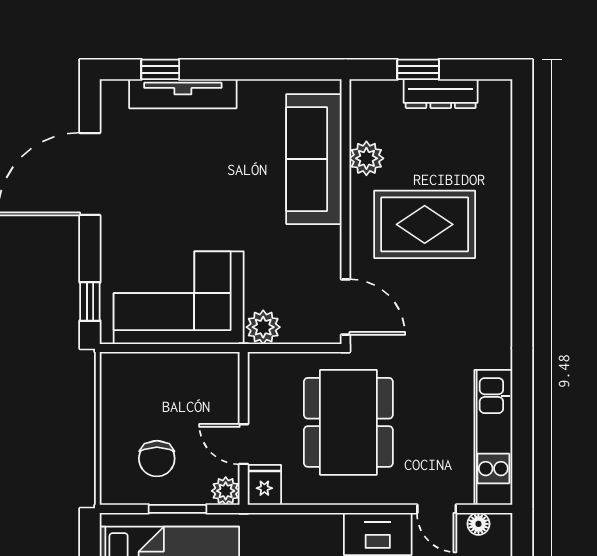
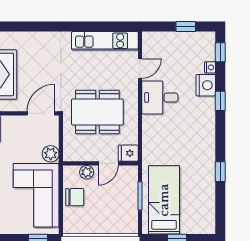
chair: (157, 459) -> (75, 197), moved
plant: (226, 491) -> (87, 172), moved
floor lamp: (478, 524) -> (147, 48), removed

